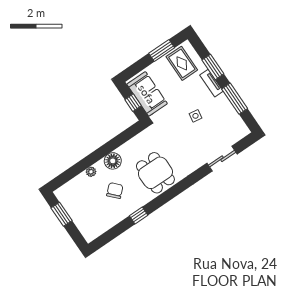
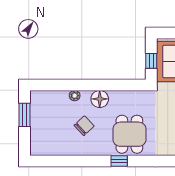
window: (139, 216) -> (119, 161), moved

